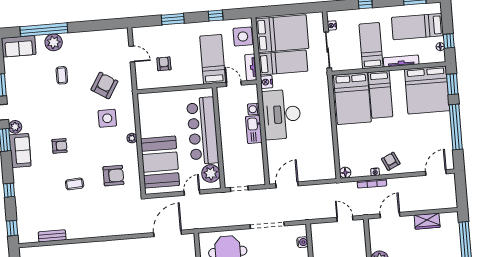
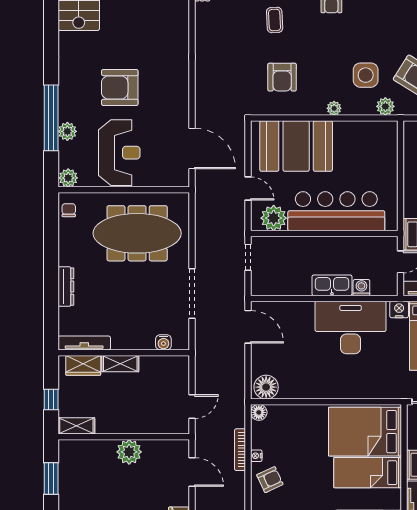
plant: (128, 103) -> (385, 106), added
floor lamp: (327, 169) -> (266, 387), added

